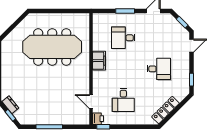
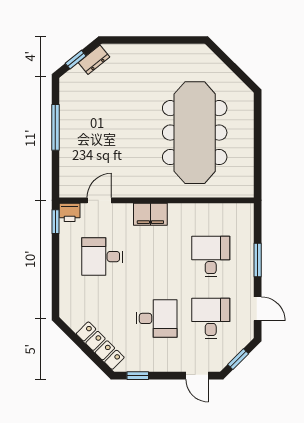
desk: (159, 38) -> (211, 318), added
filing cabinet: (99, 61) -> (150, 214), moved
desk: (159, 69) -> (157, 318), turned -90
locker: (166, 110) -> (100, 346), moved

